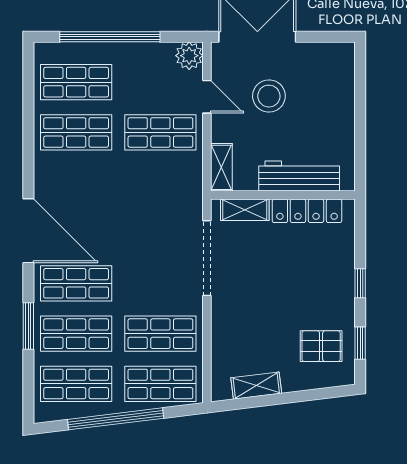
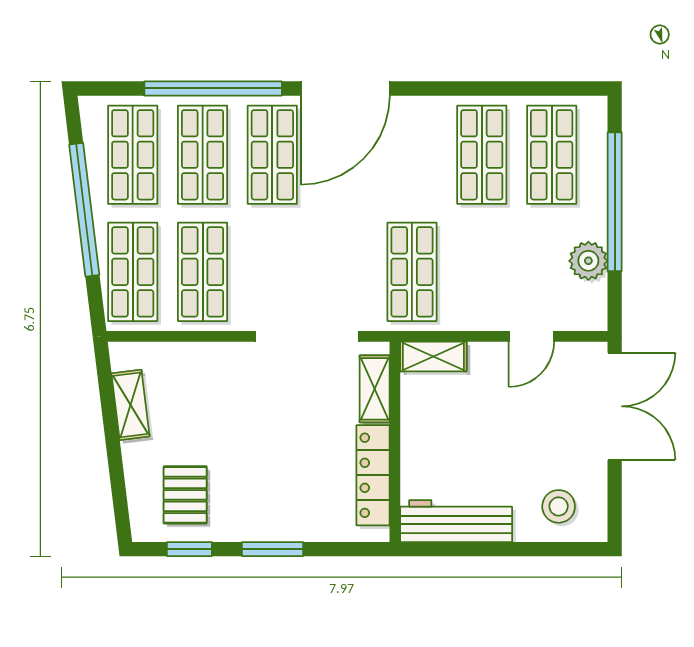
plant: (189, 56) -> (588, 261), moved
stool: (269, 96) -> (559, 506), moved, width x0.73, depth x0.73
shop shelf: (160, 132) -> (412, 272), moved
workbench: (299, 176) -> (456, 521), moved, turned -90
window: (360, 283) -> (273, 549), width x1.50
window: (28, 326) -> (213, 88), width x2.11

